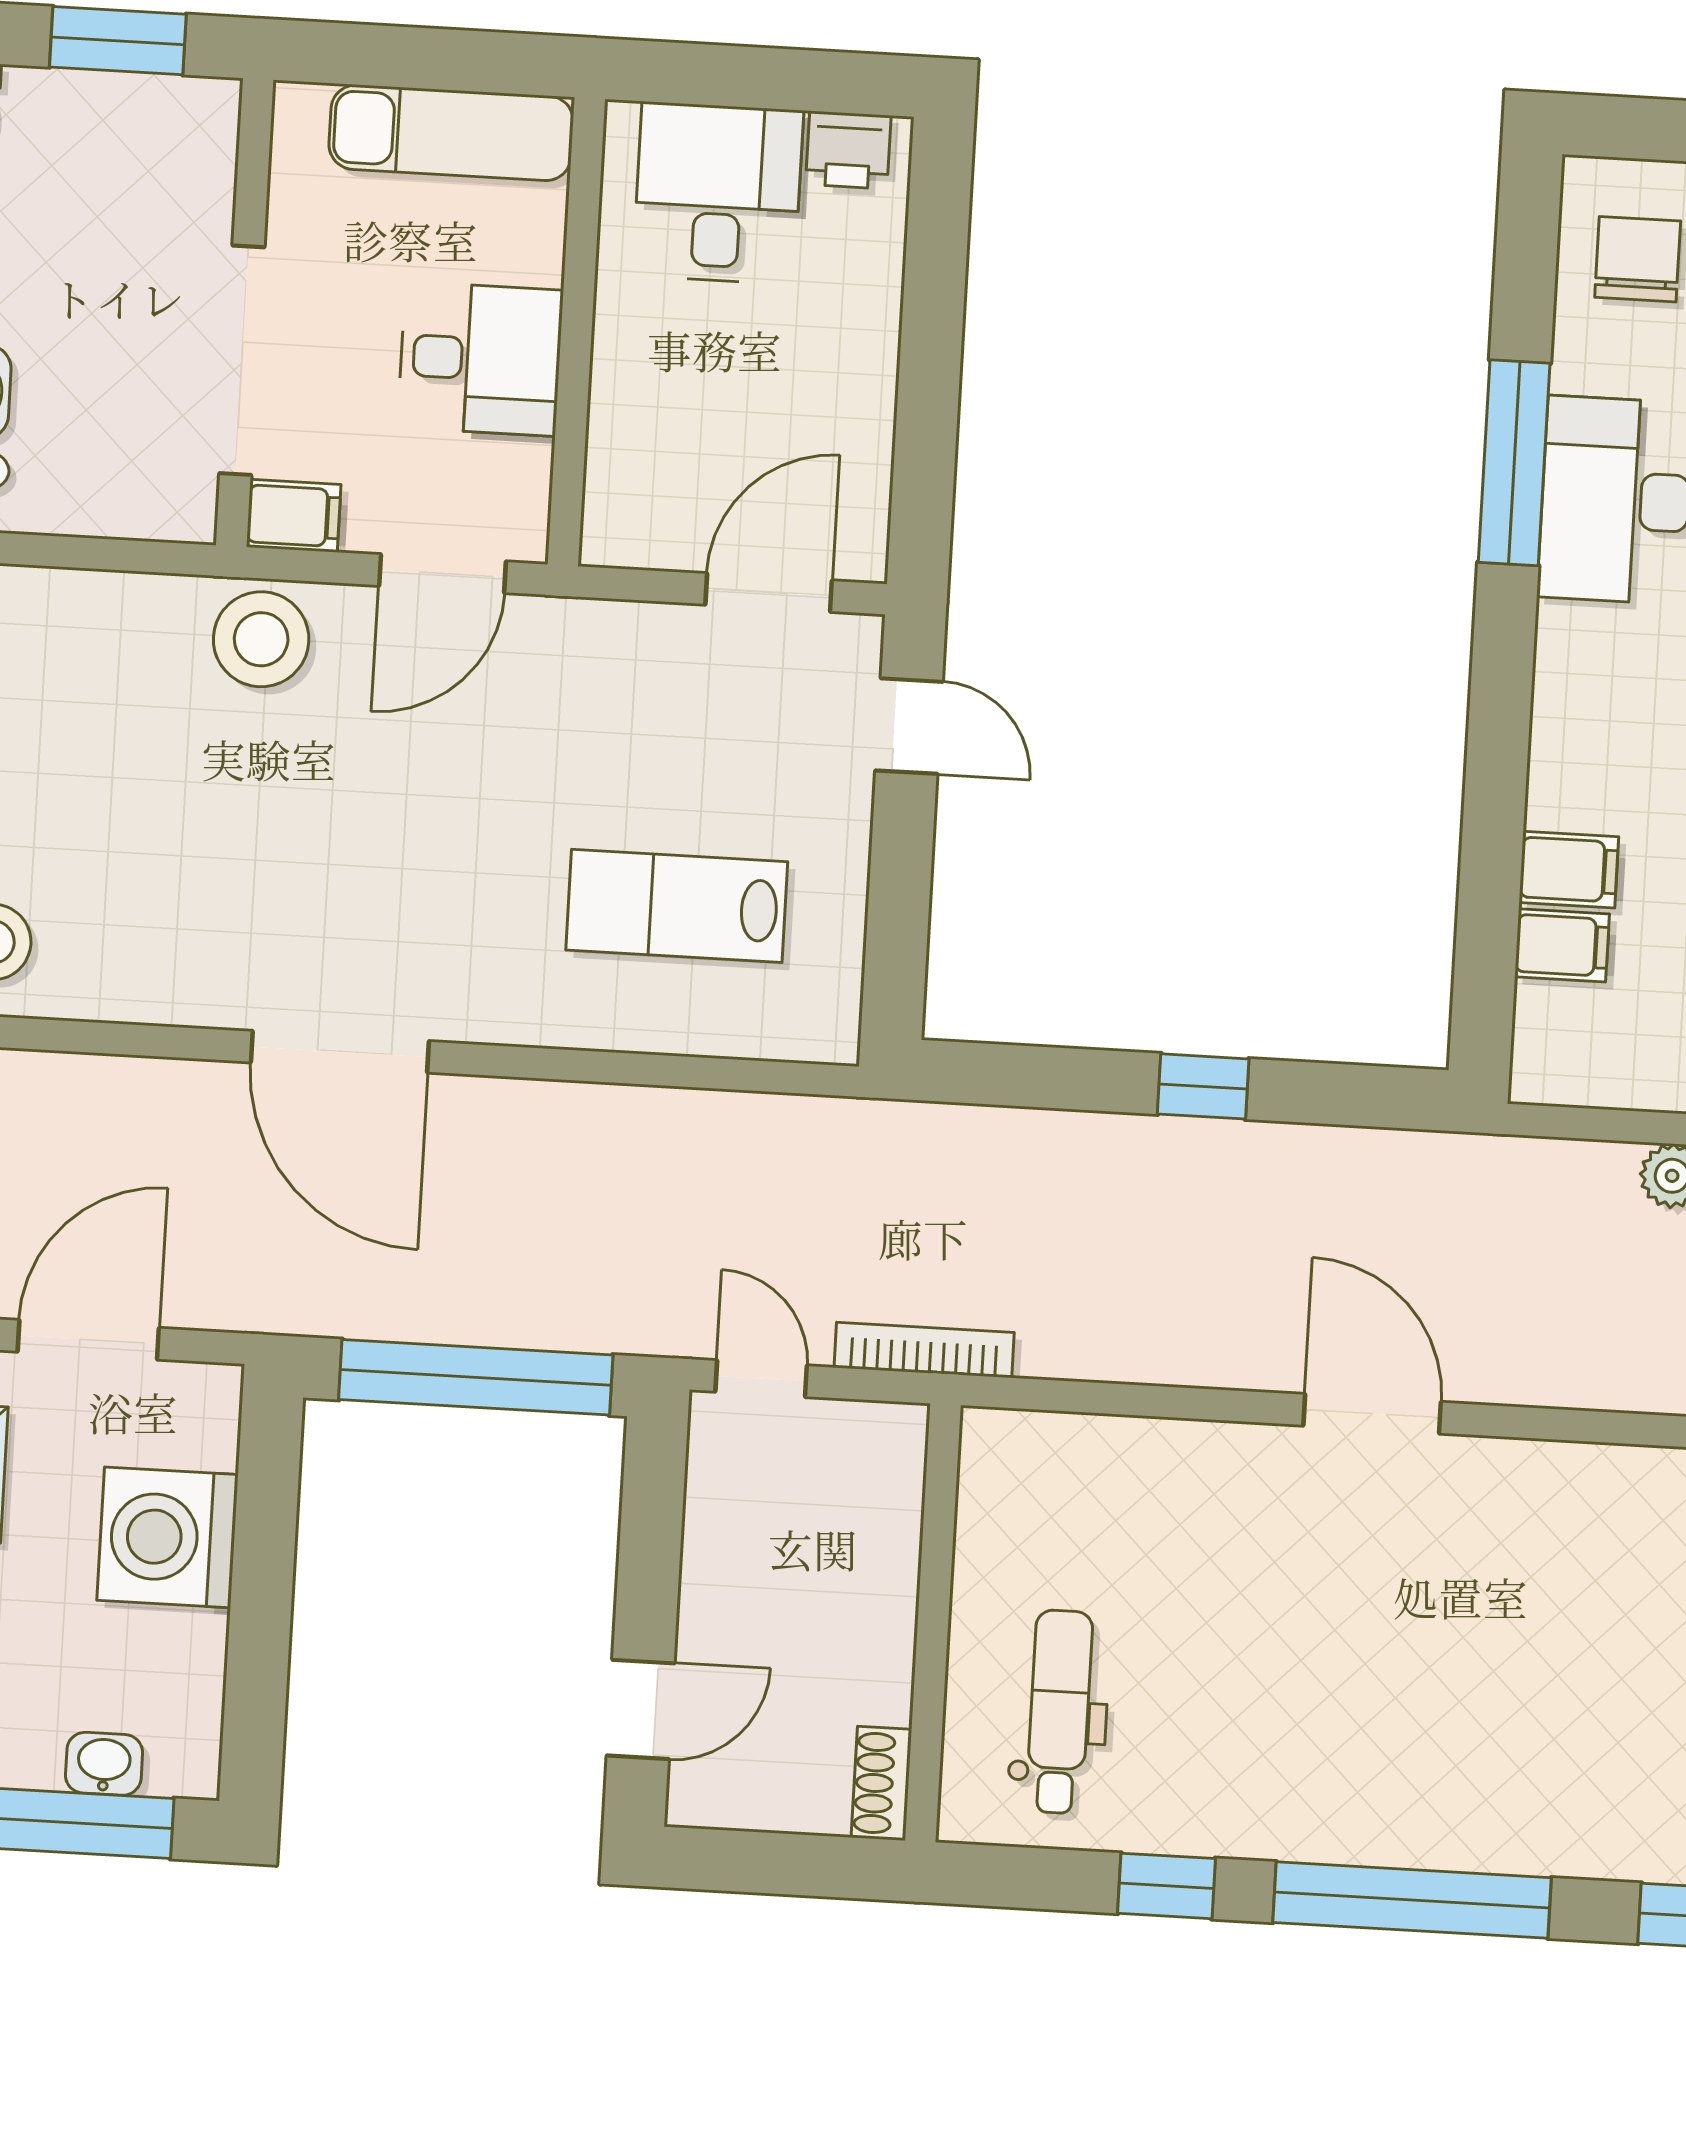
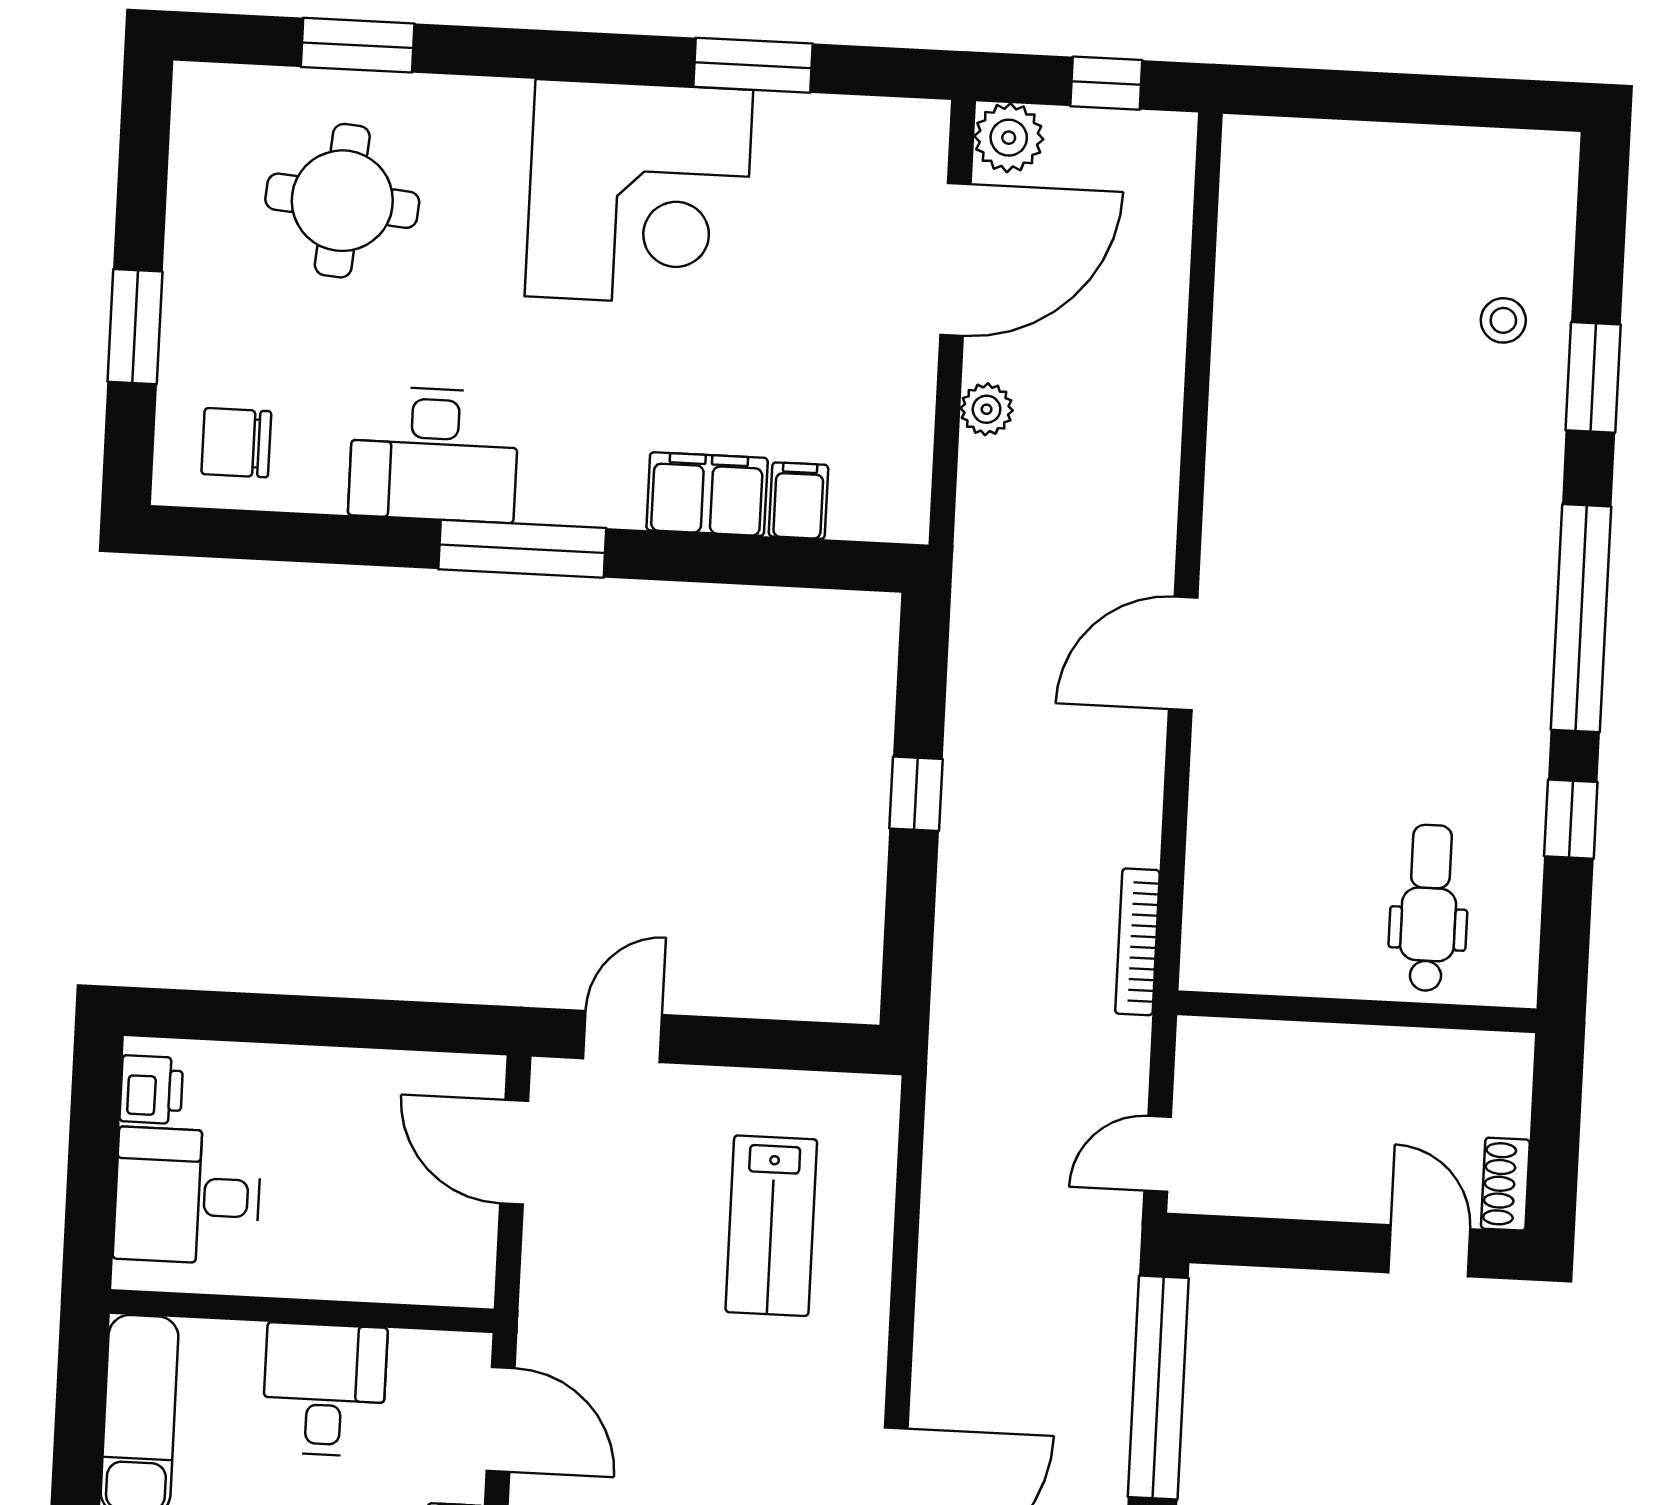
window: (1514, 463) -> (522, 549), moved
filing cabinet: (1569, 870) -> (707, 494), width x2.00
bookcase: (924, 1350) -> (1137, 942), moved
dental chair: (1059, 1712) -> (1429, 908), turned 90
shoe rack: (881, 1783) -> (1505, 1184), moved, turned 90

